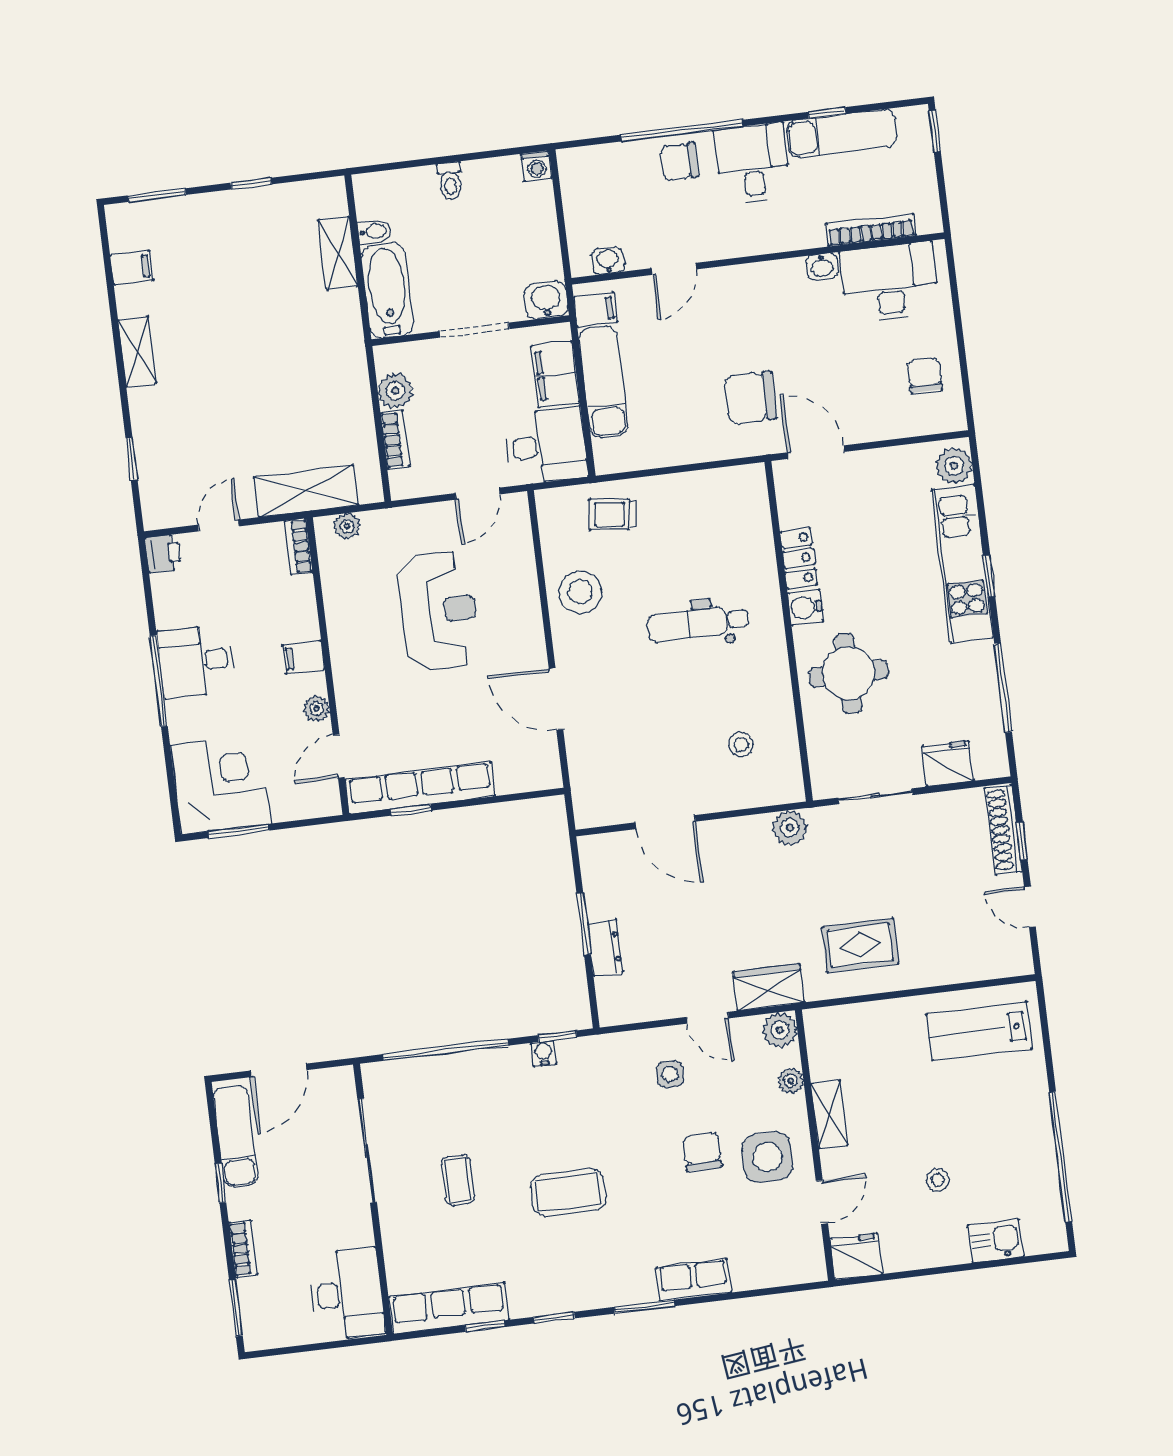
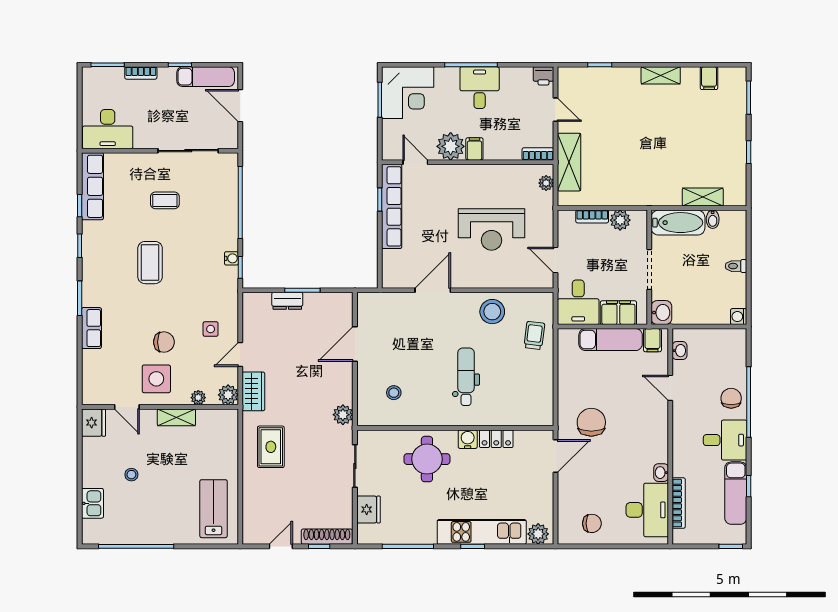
plant: (317, 709) -> (451, 146), width x1.87, depth x1.87

